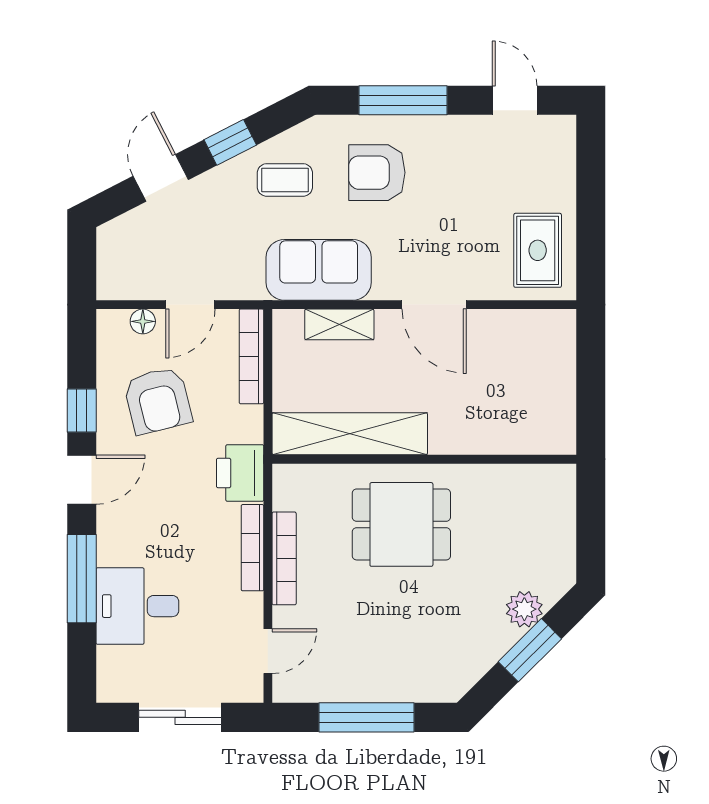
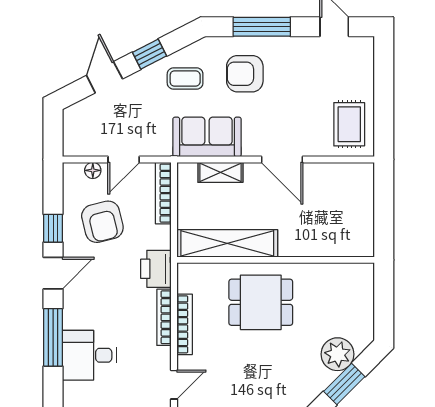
plant: (524, 609) -> (337, 354), width x1.36, depth x1.36

